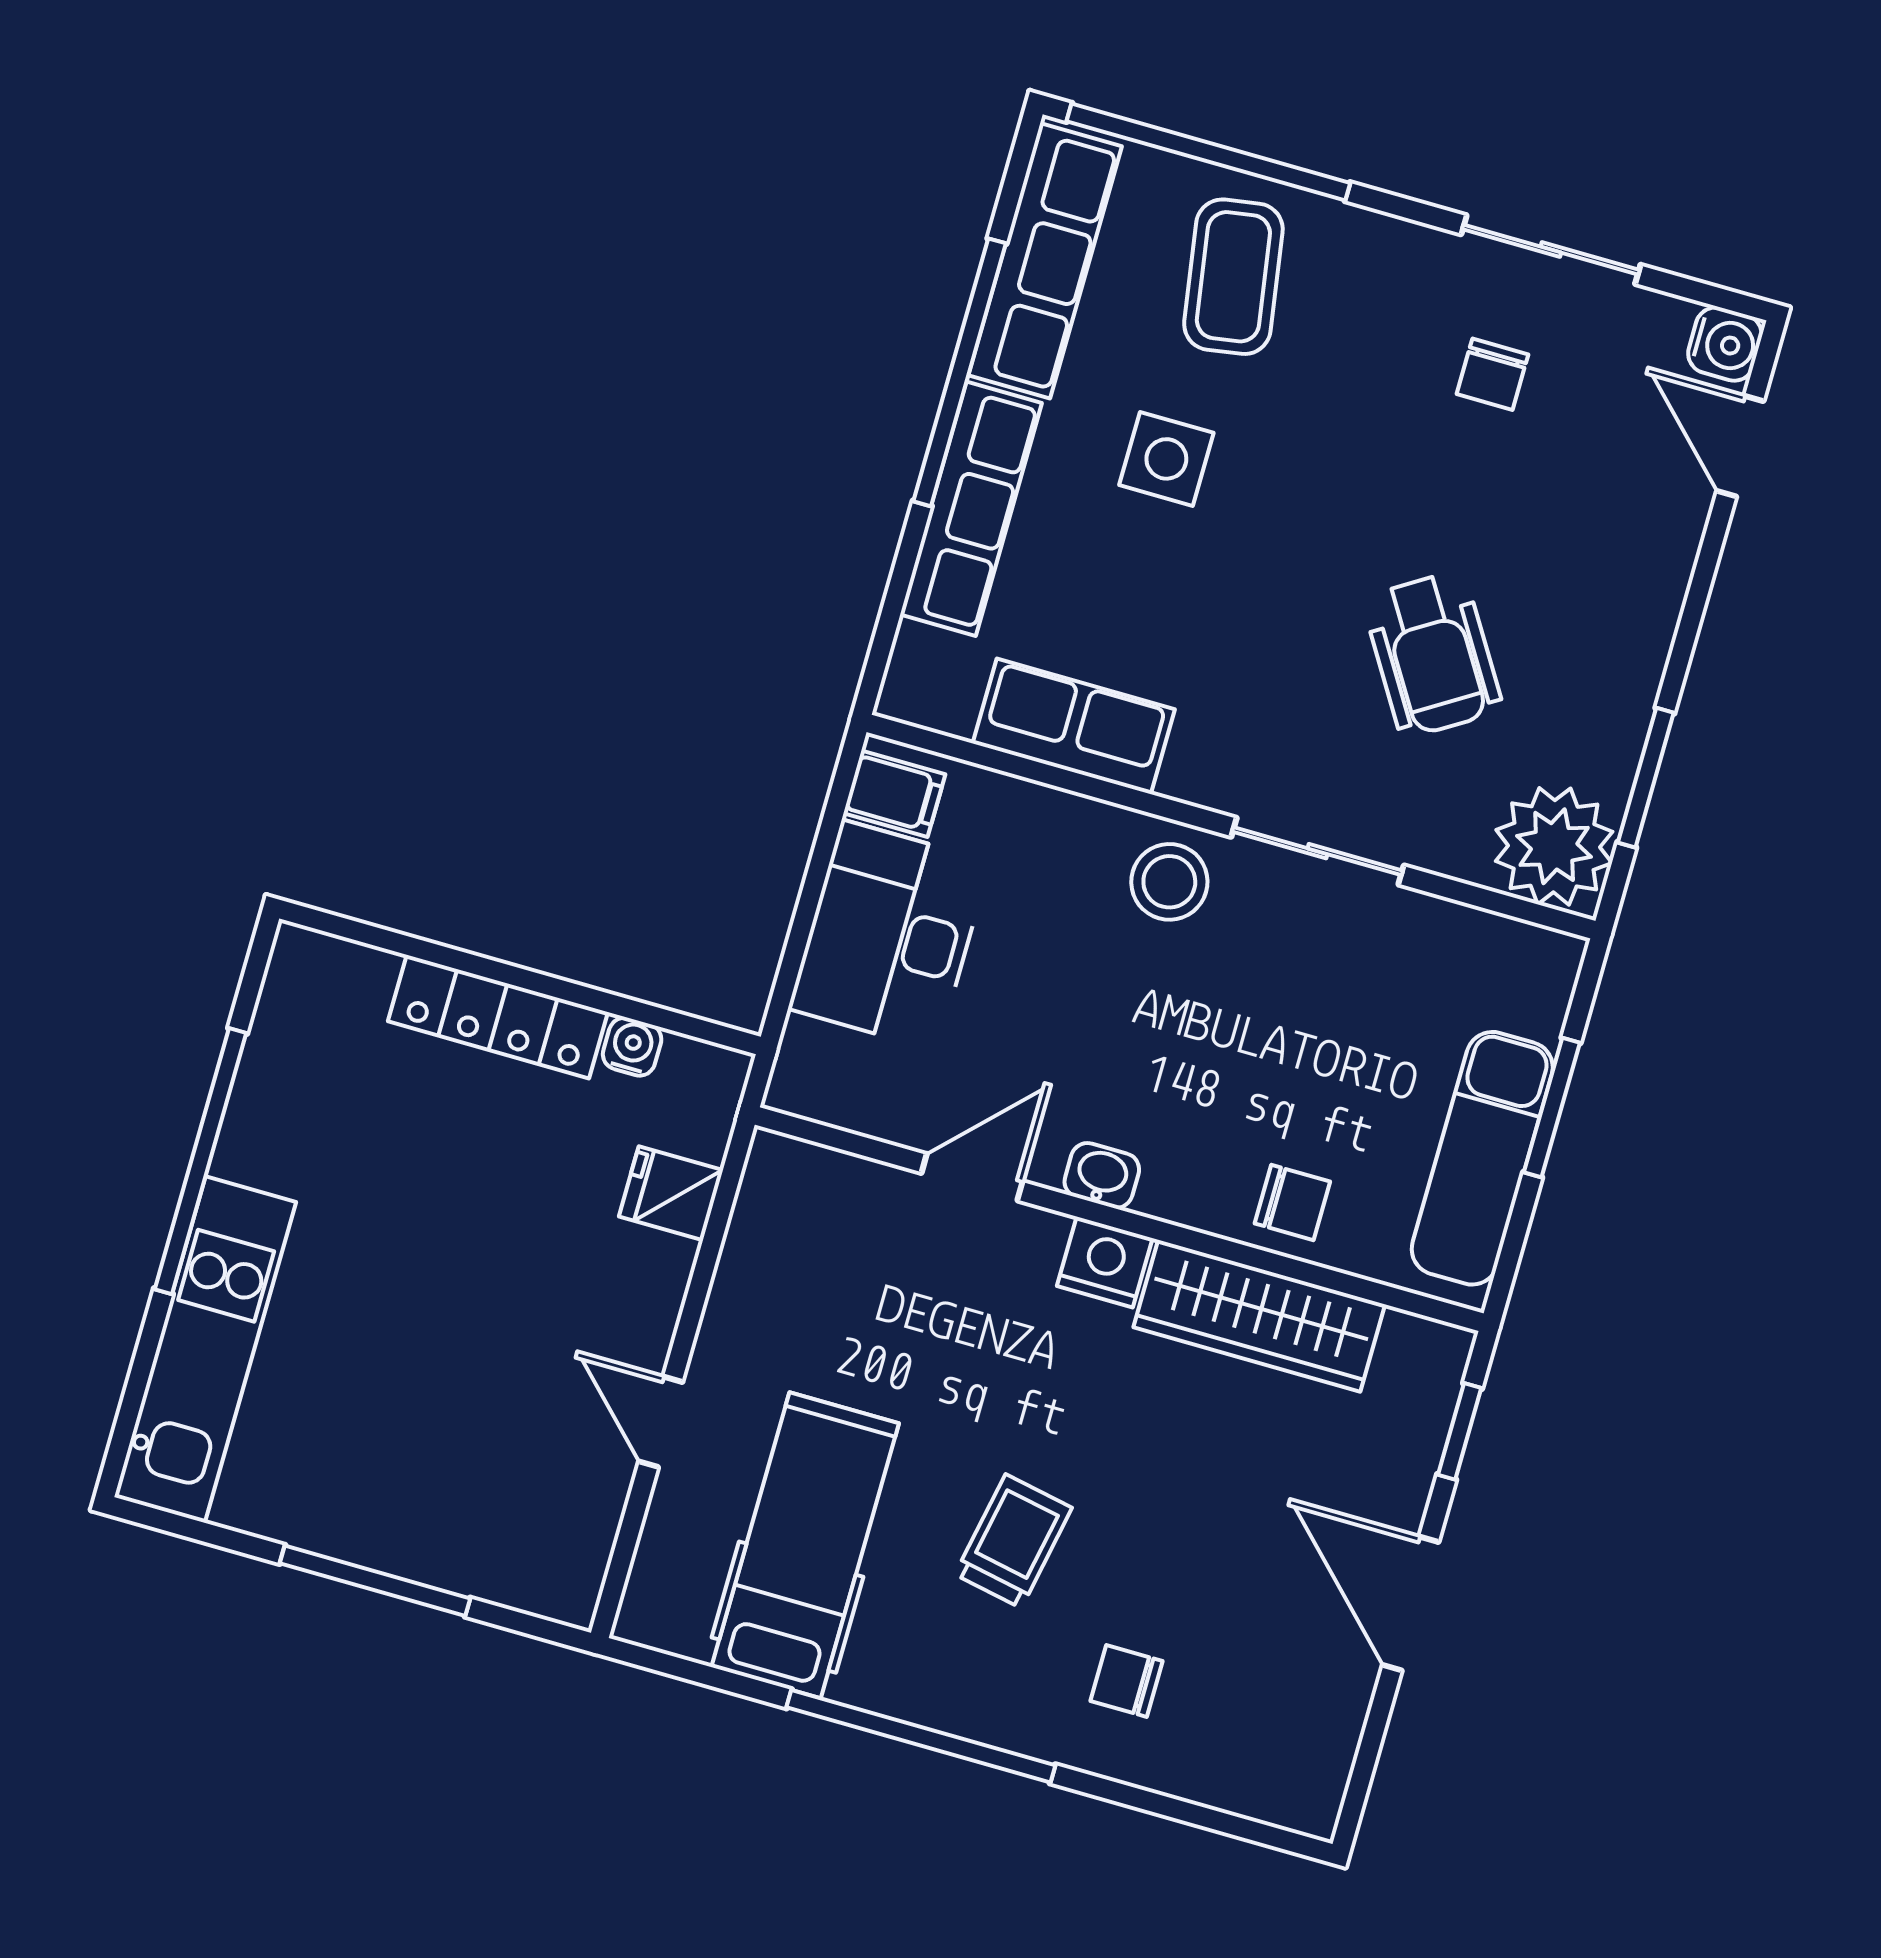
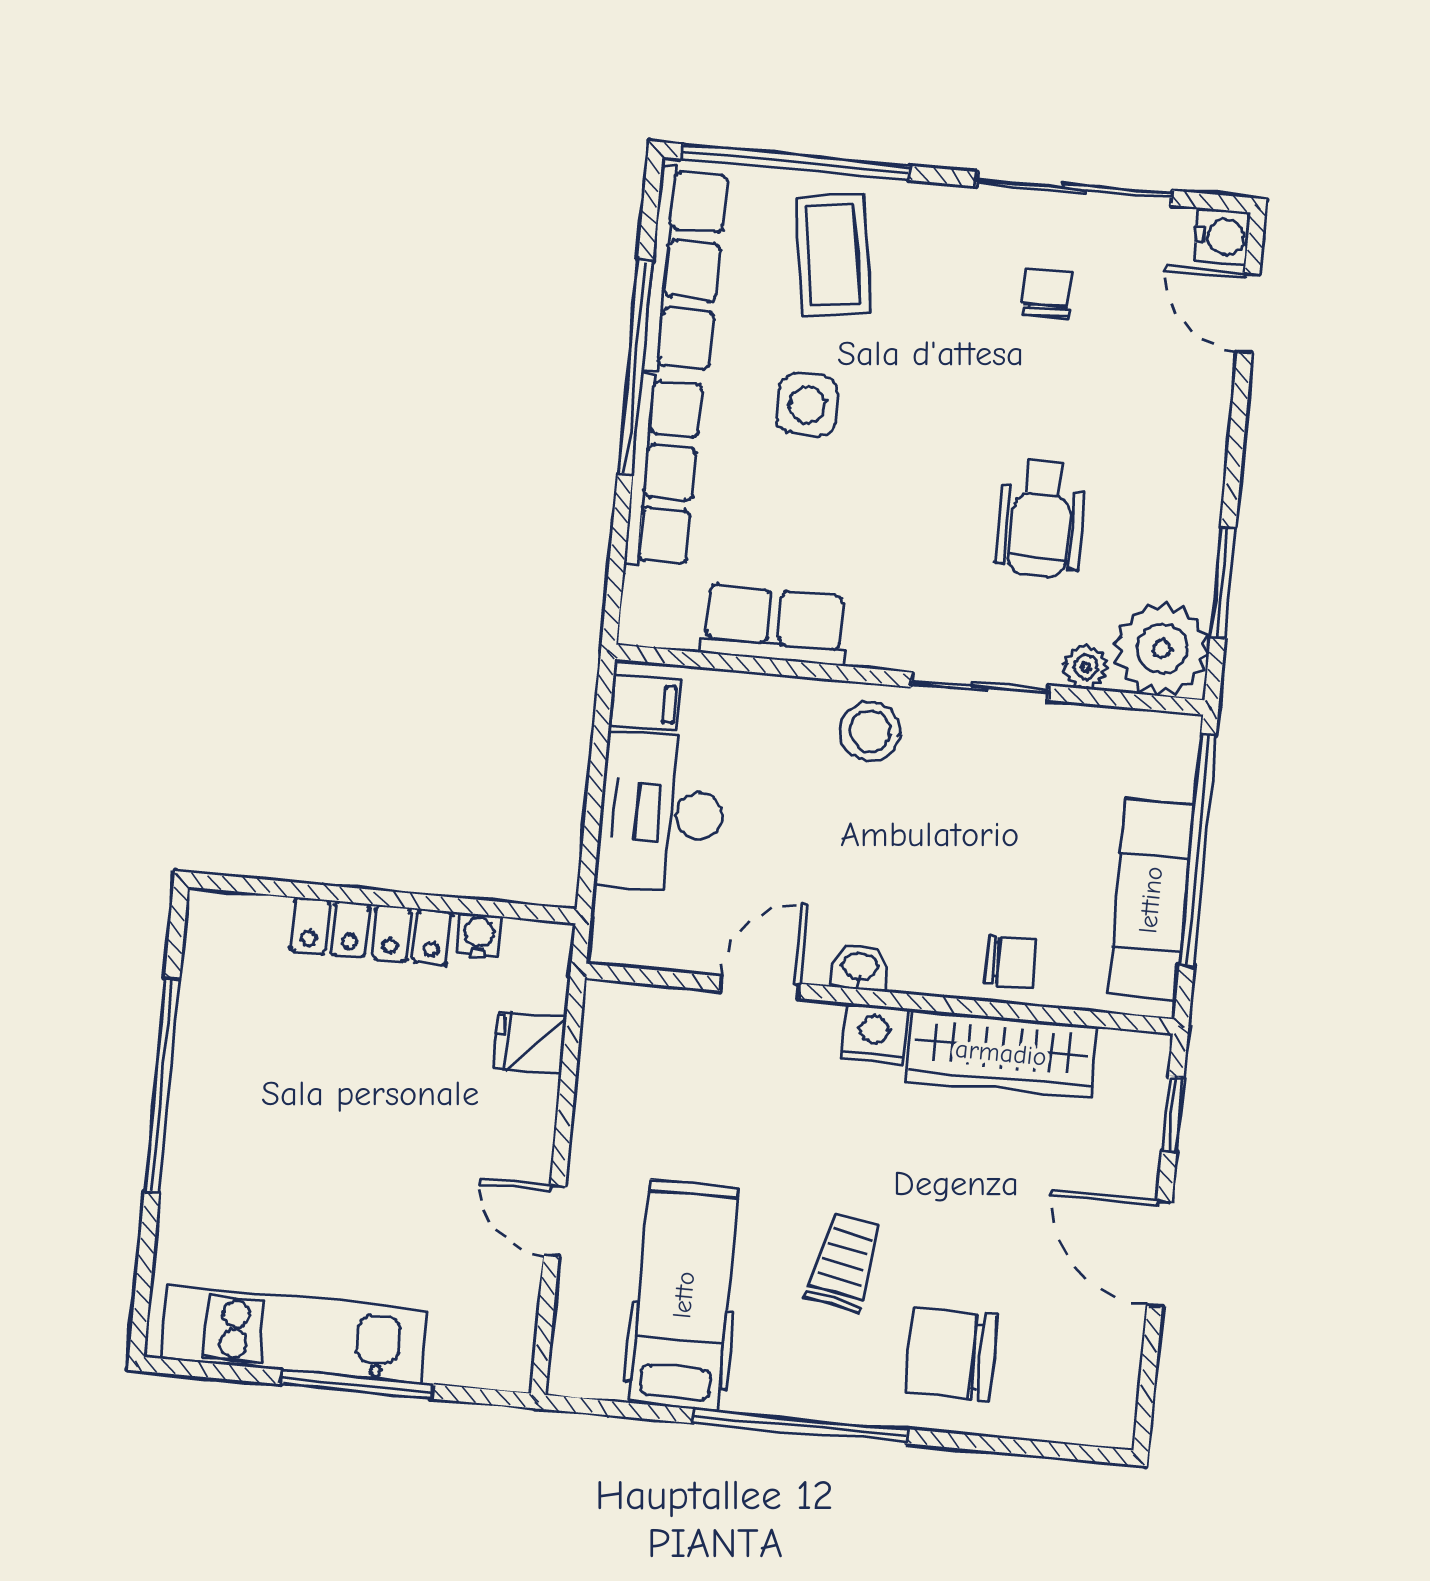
sliding door: (1551, 250) -> (1074, 188), width x1.37
chair: (1492, 374) -> (1047, 293), turned 180
wheelchair: (1432, 654) -> (1041, 518), turned 32
plant: (1454, 851) -> (1086, 667), added
window: (1552, 1108) -> (1198, 851), width x2.11
kitchen unit: (205, 1349) -> (295, 1334), moved, turned -90
chair: (1126, 1681) -> (951, 1354), width x1.87, depth x1.87

